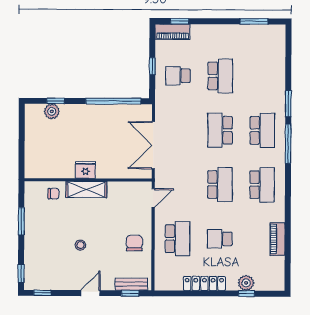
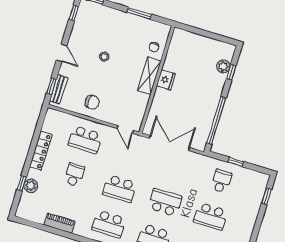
piano: (172, 32) -> (260, 188), removed

